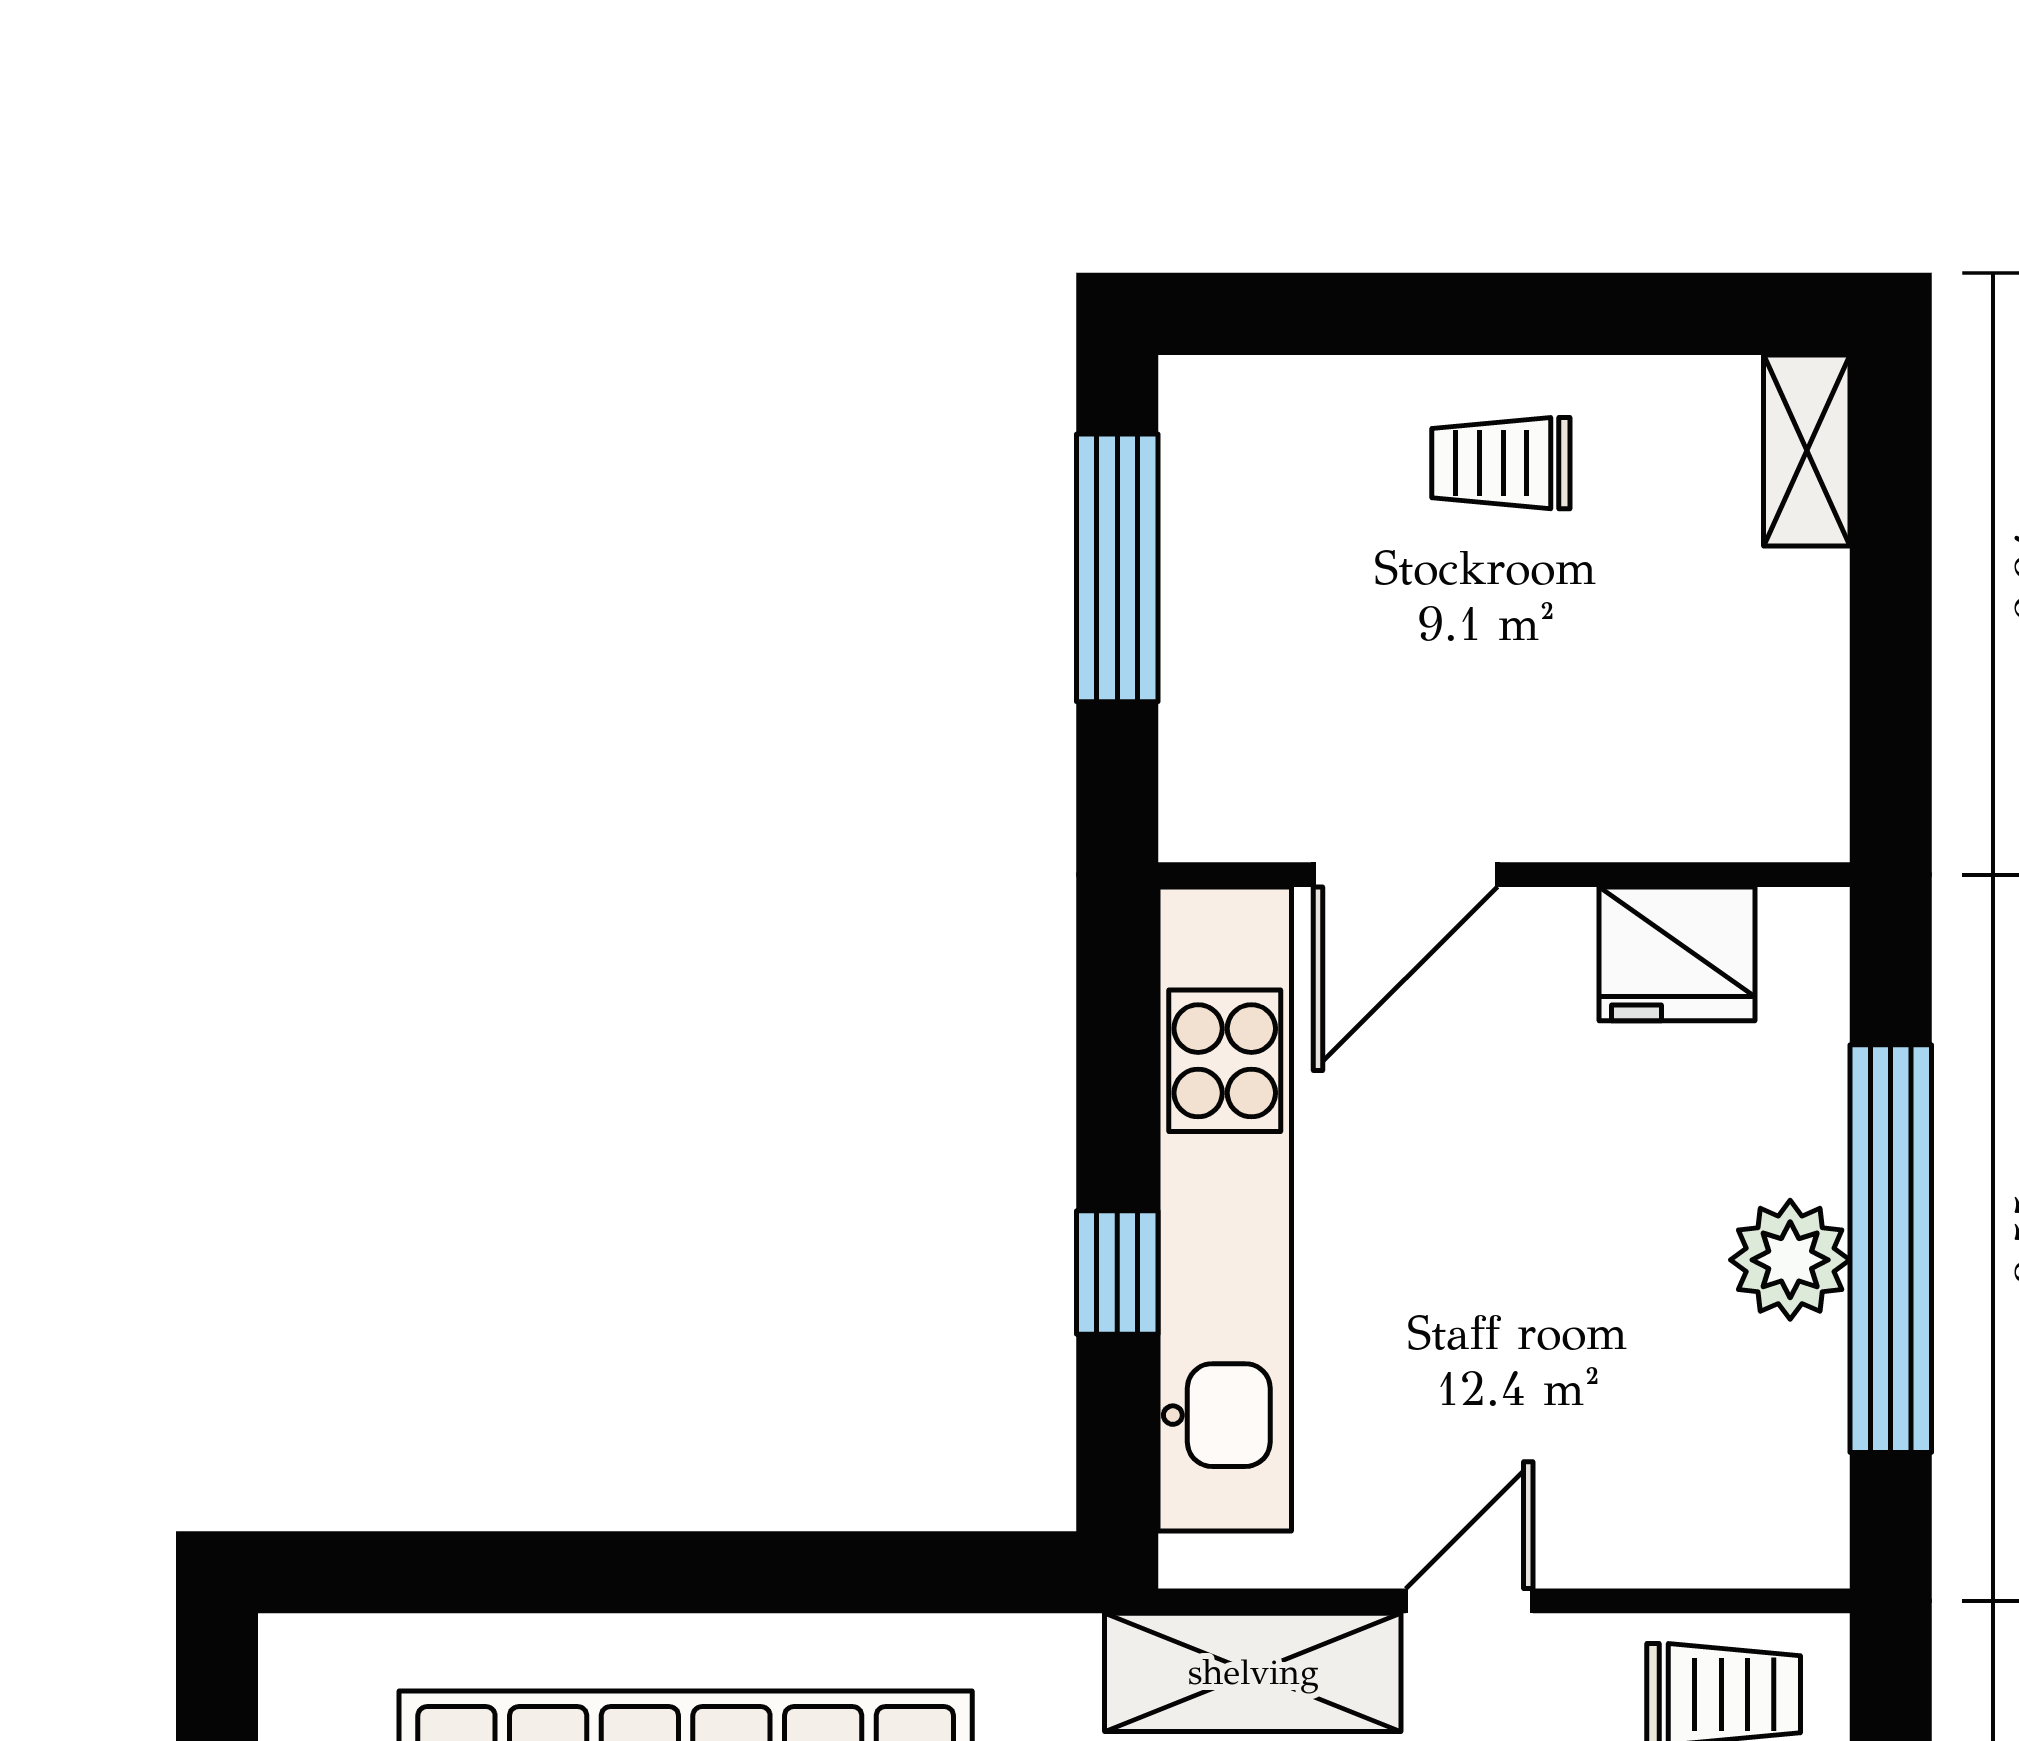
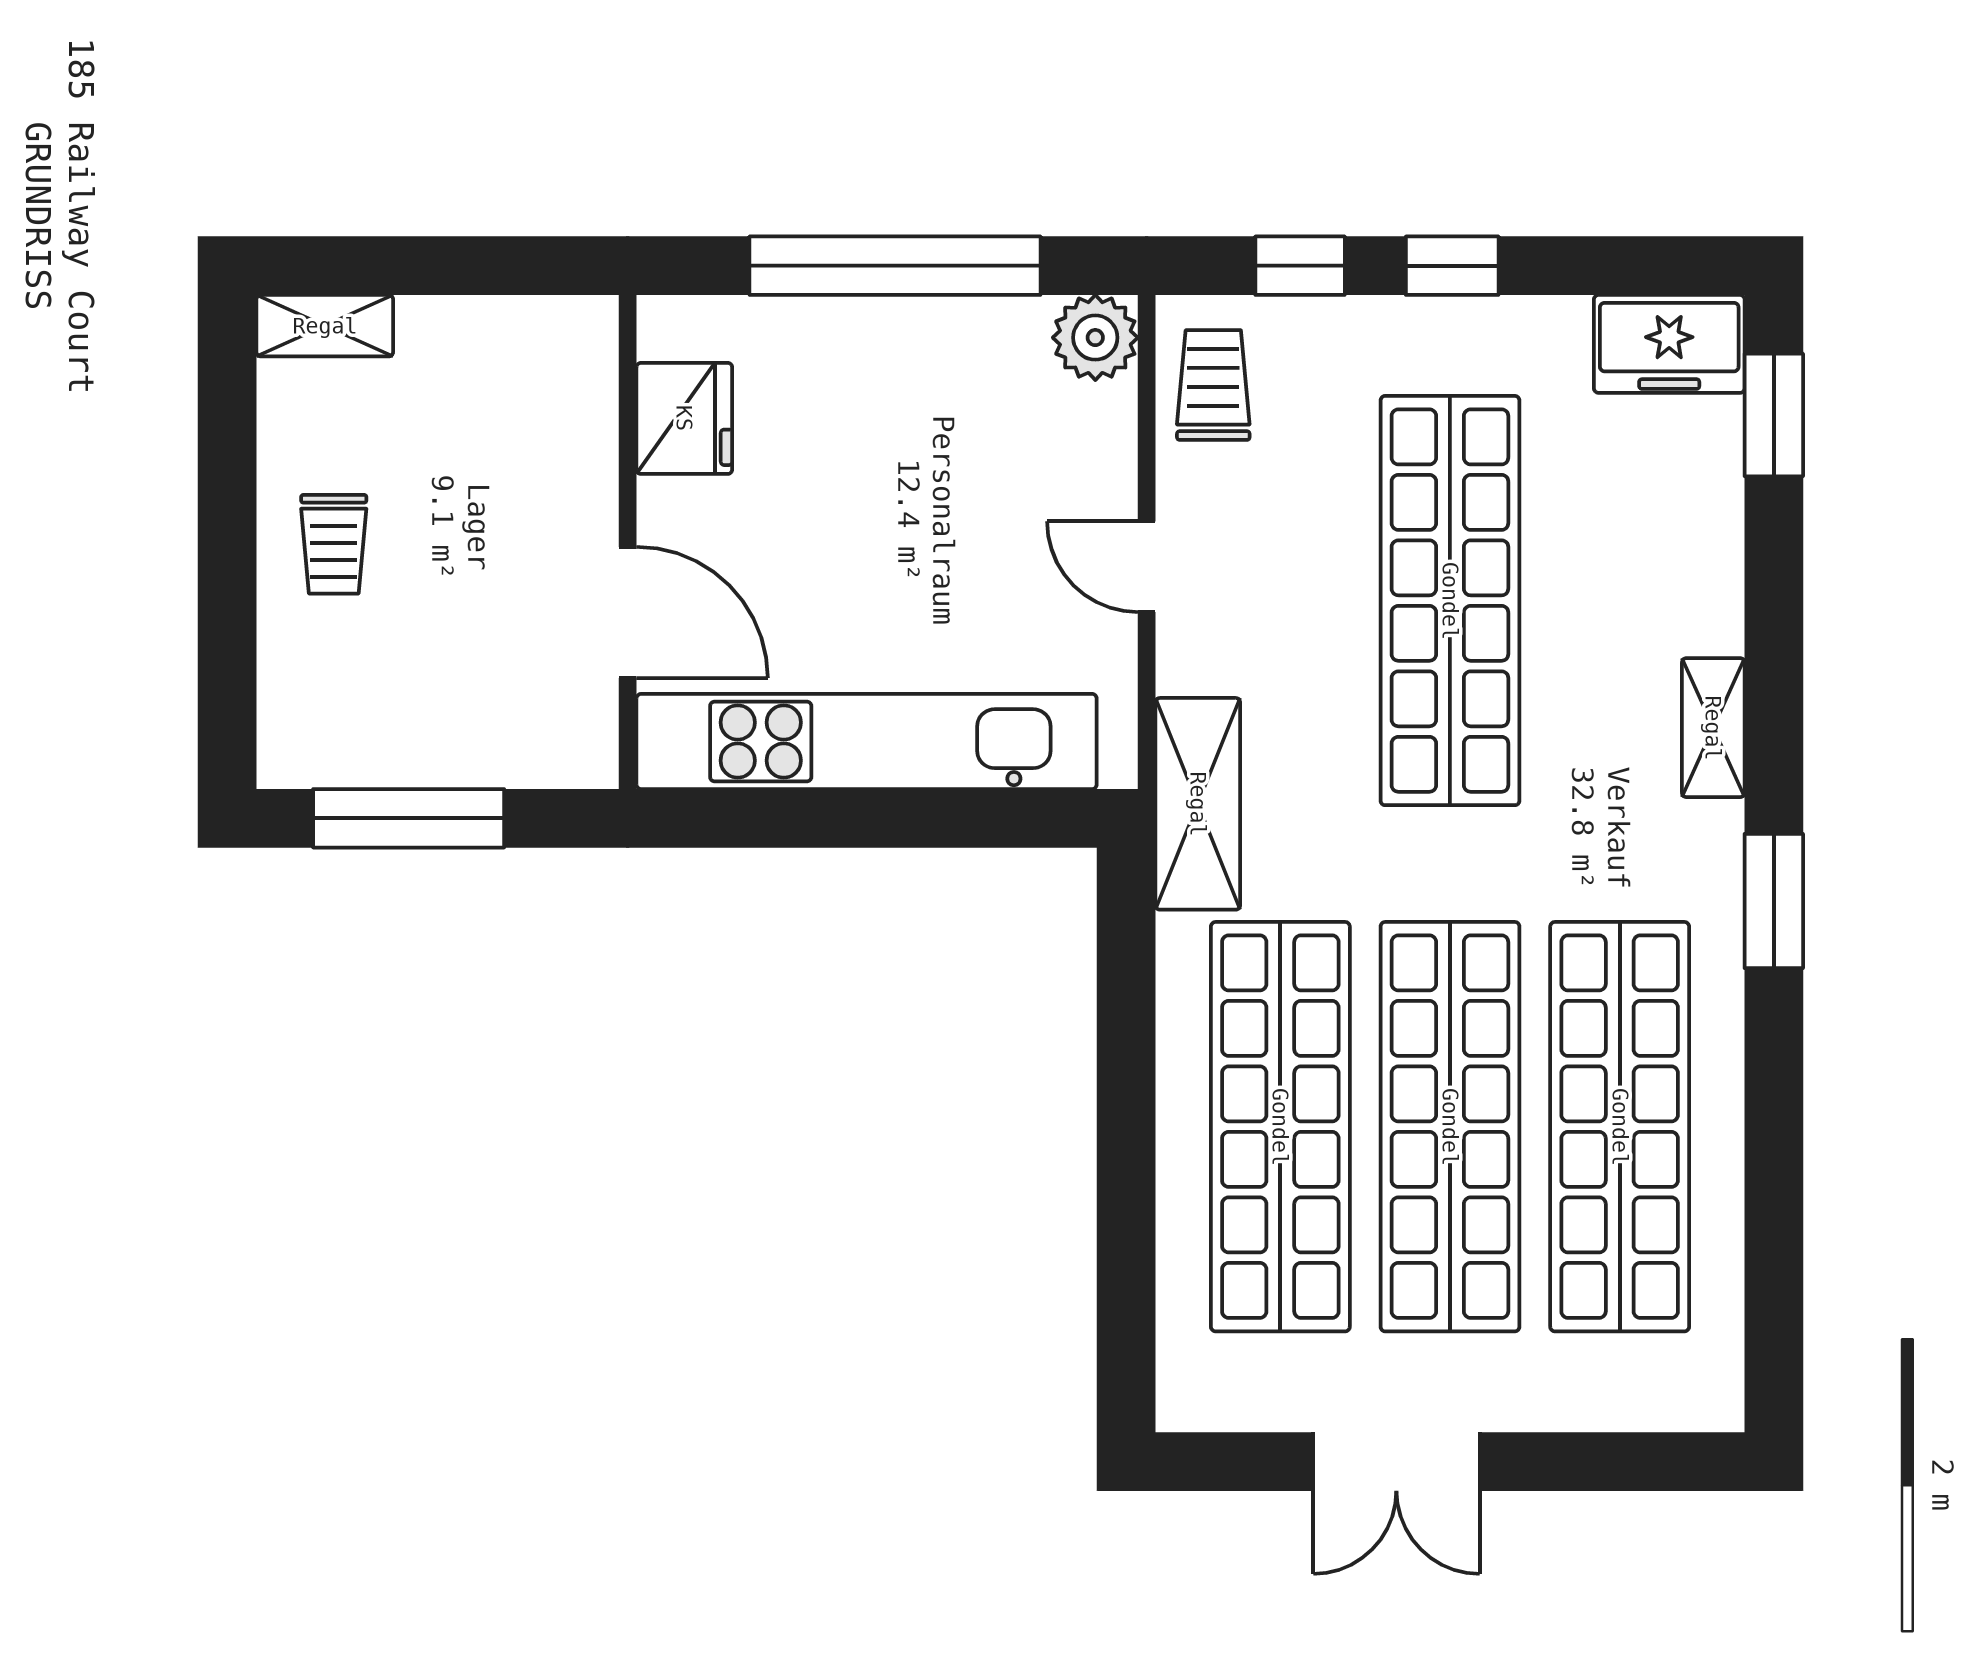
plant: (1790, 1260) -> (1095, 338), moved
window: (1117, 1272) -> (912, 818), removed
shelving: (1253, 1672) -> (1198, 804), moved

